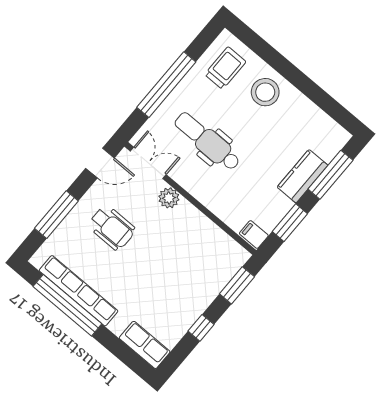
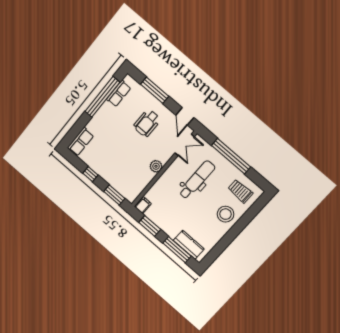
trolley: (225, 68) -> (240, 191), turned 180
kitchen counter: (302, 176) -> (189, 245), moved
plant: (169, 198) -> (156, 166), moved
row of seats: (79, 291) -> (119, 94), width x0.50

